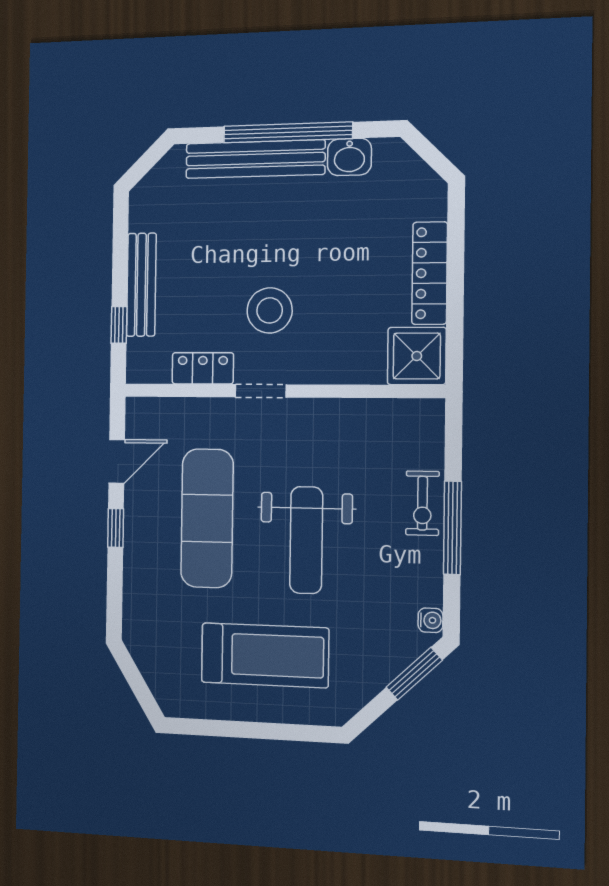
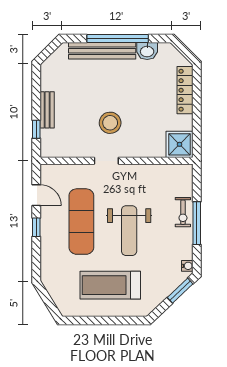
locker: (430, 273) -> (185, 90), moved
bench: (141, 285) -> (47, 110), width x0.73
locker: (203, 368) -> (78, 150), removed
door: (117, 461) -> (36, 195), hinge flipped
treadmill: (265, 655) -> (110, 285), turned 180

